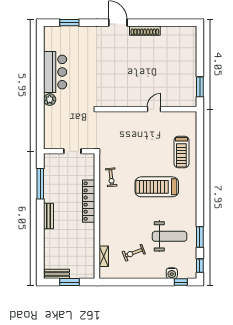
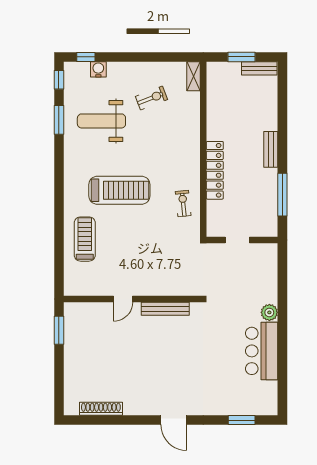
shoe rack: (145, 31) -> (101, 409), moved
bench: (124, 102) -> (165, 309), added
shelving: (104, 256) -> (194, 76), moved

